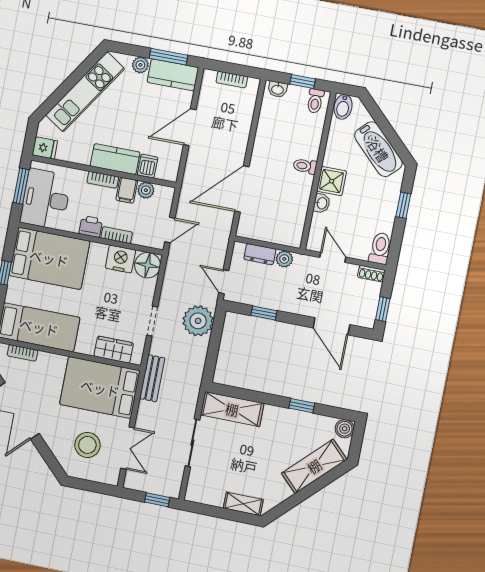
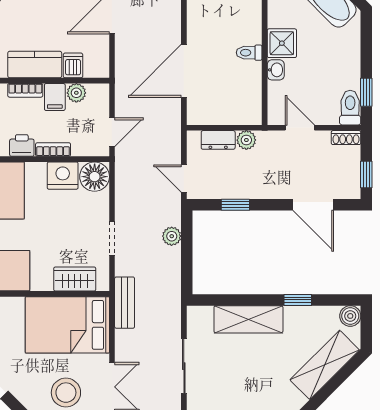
toilet: (305, 166) -> (249, 53), moved
window: (403, 205) -> (366, 92), moved
plant: (198, 321) -> (172, 236), width x0.53, depth x0.53
shelving: (232, 409) -> (248, 319), moved

